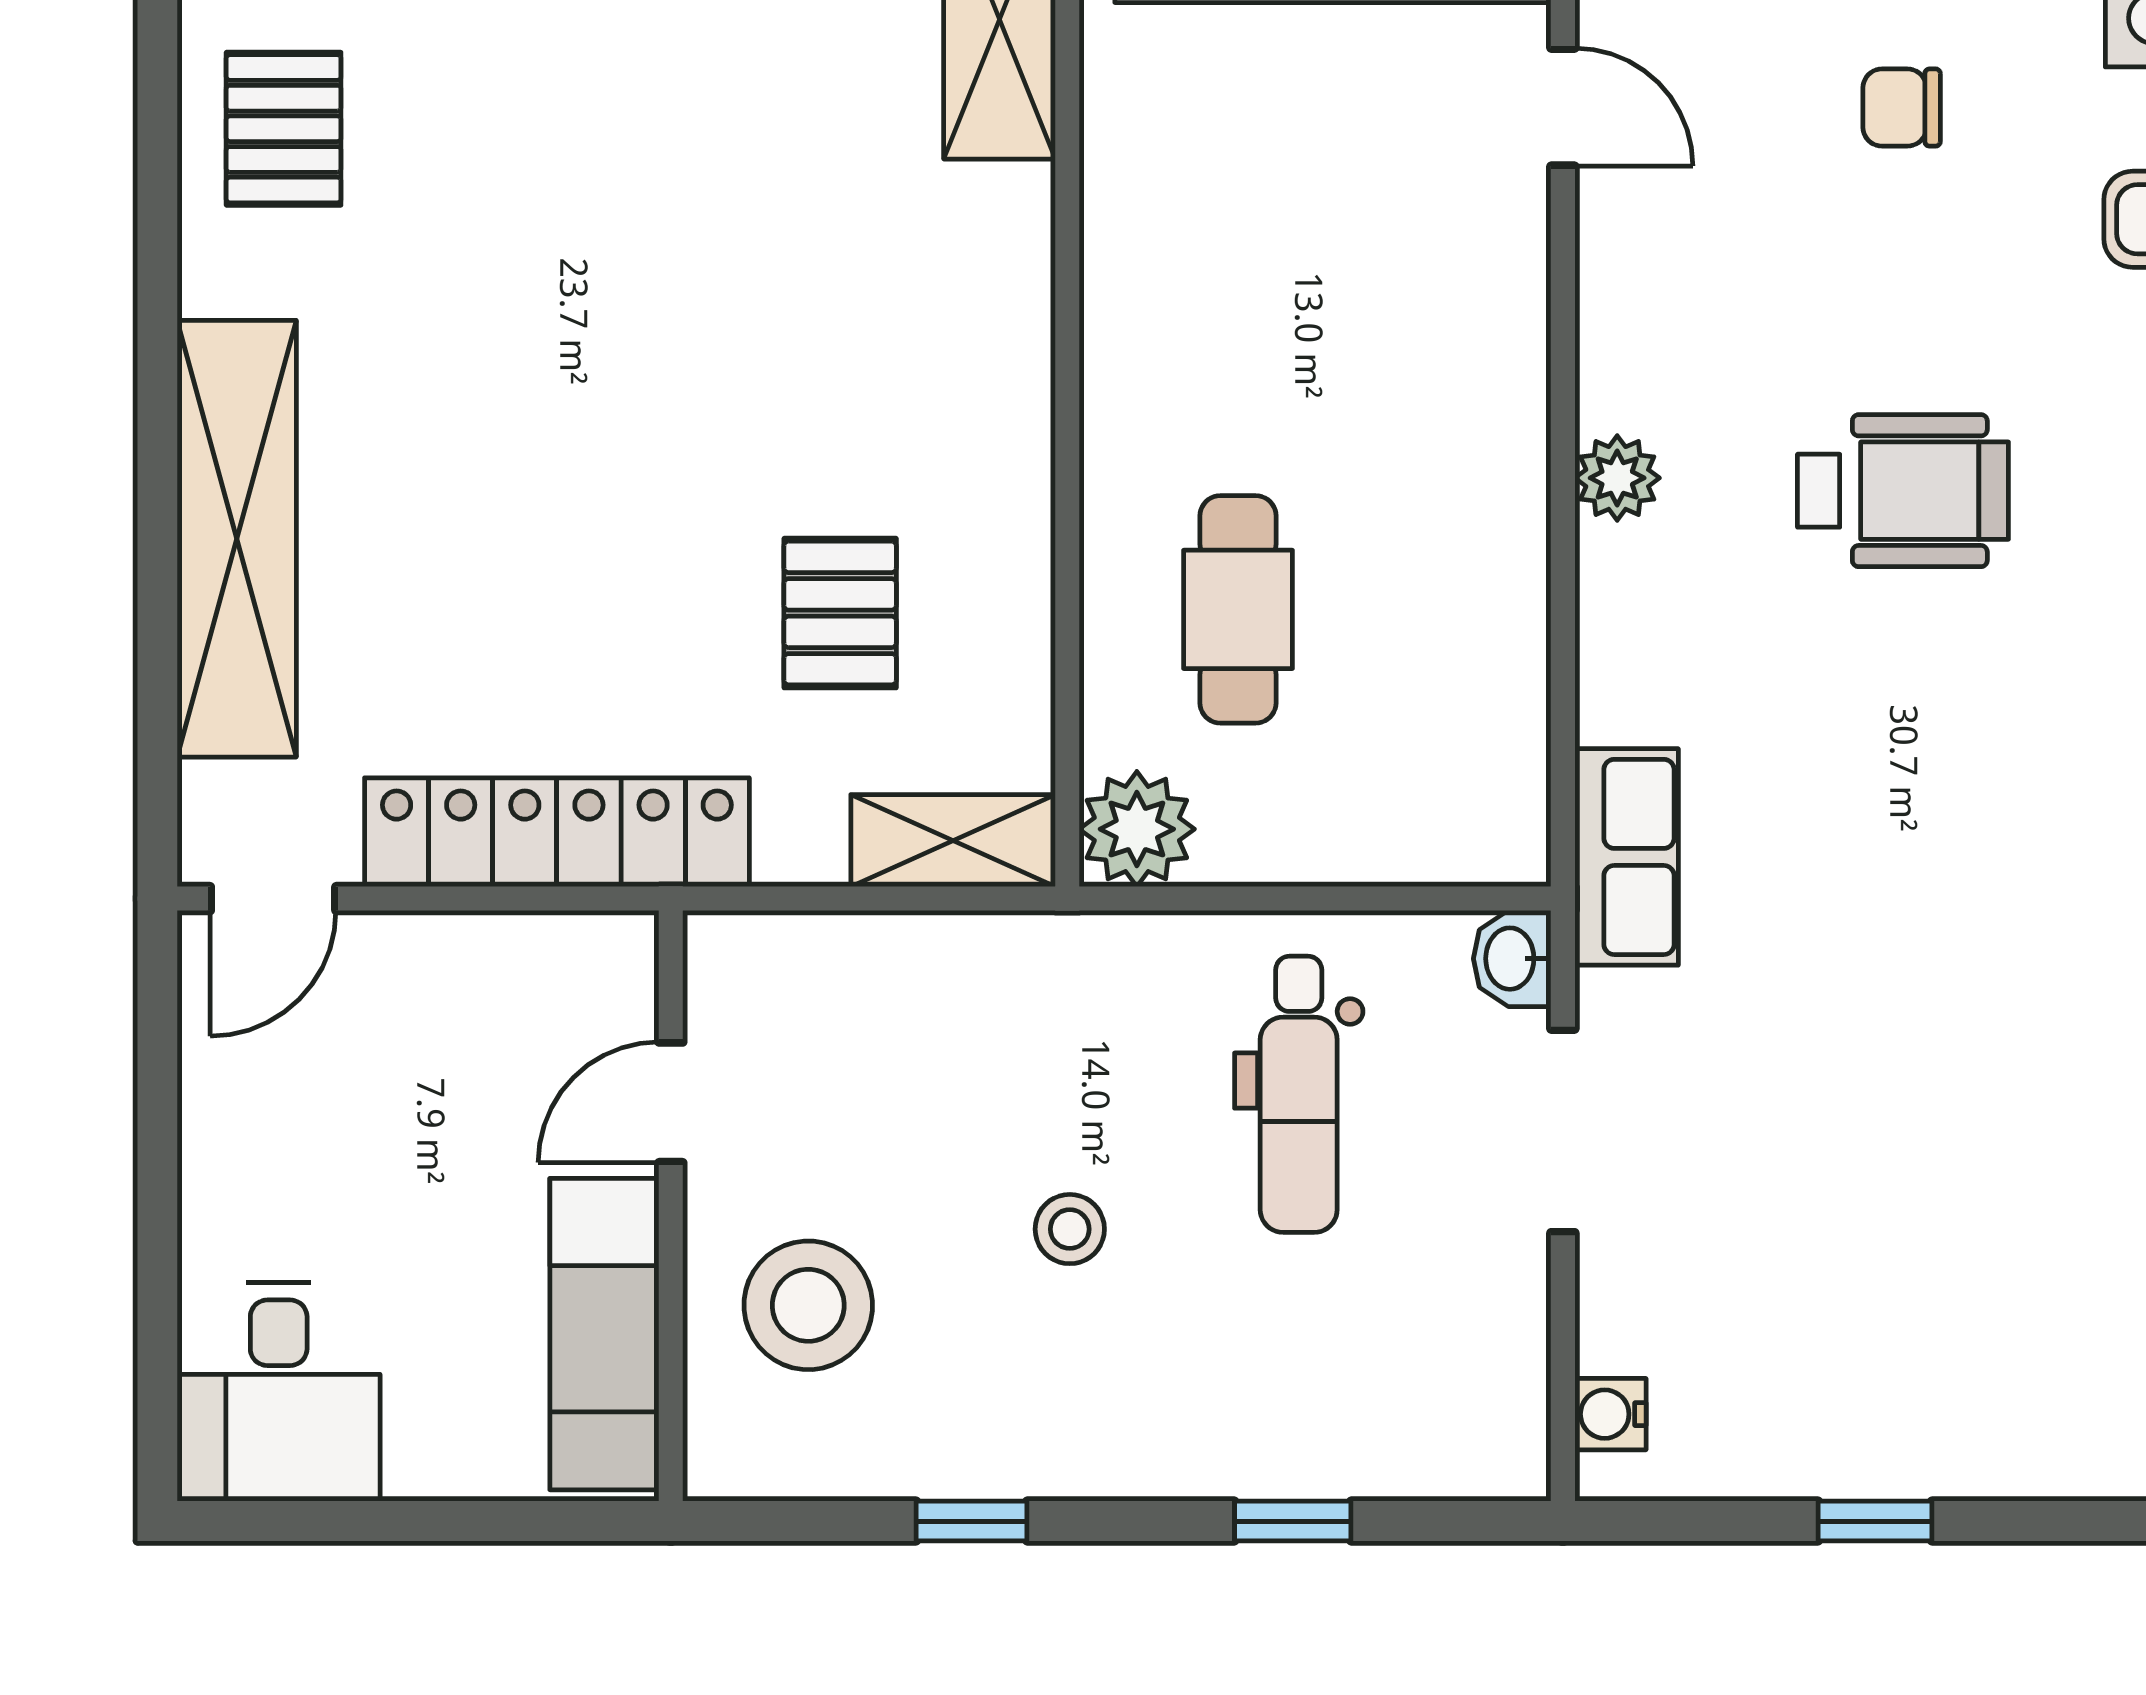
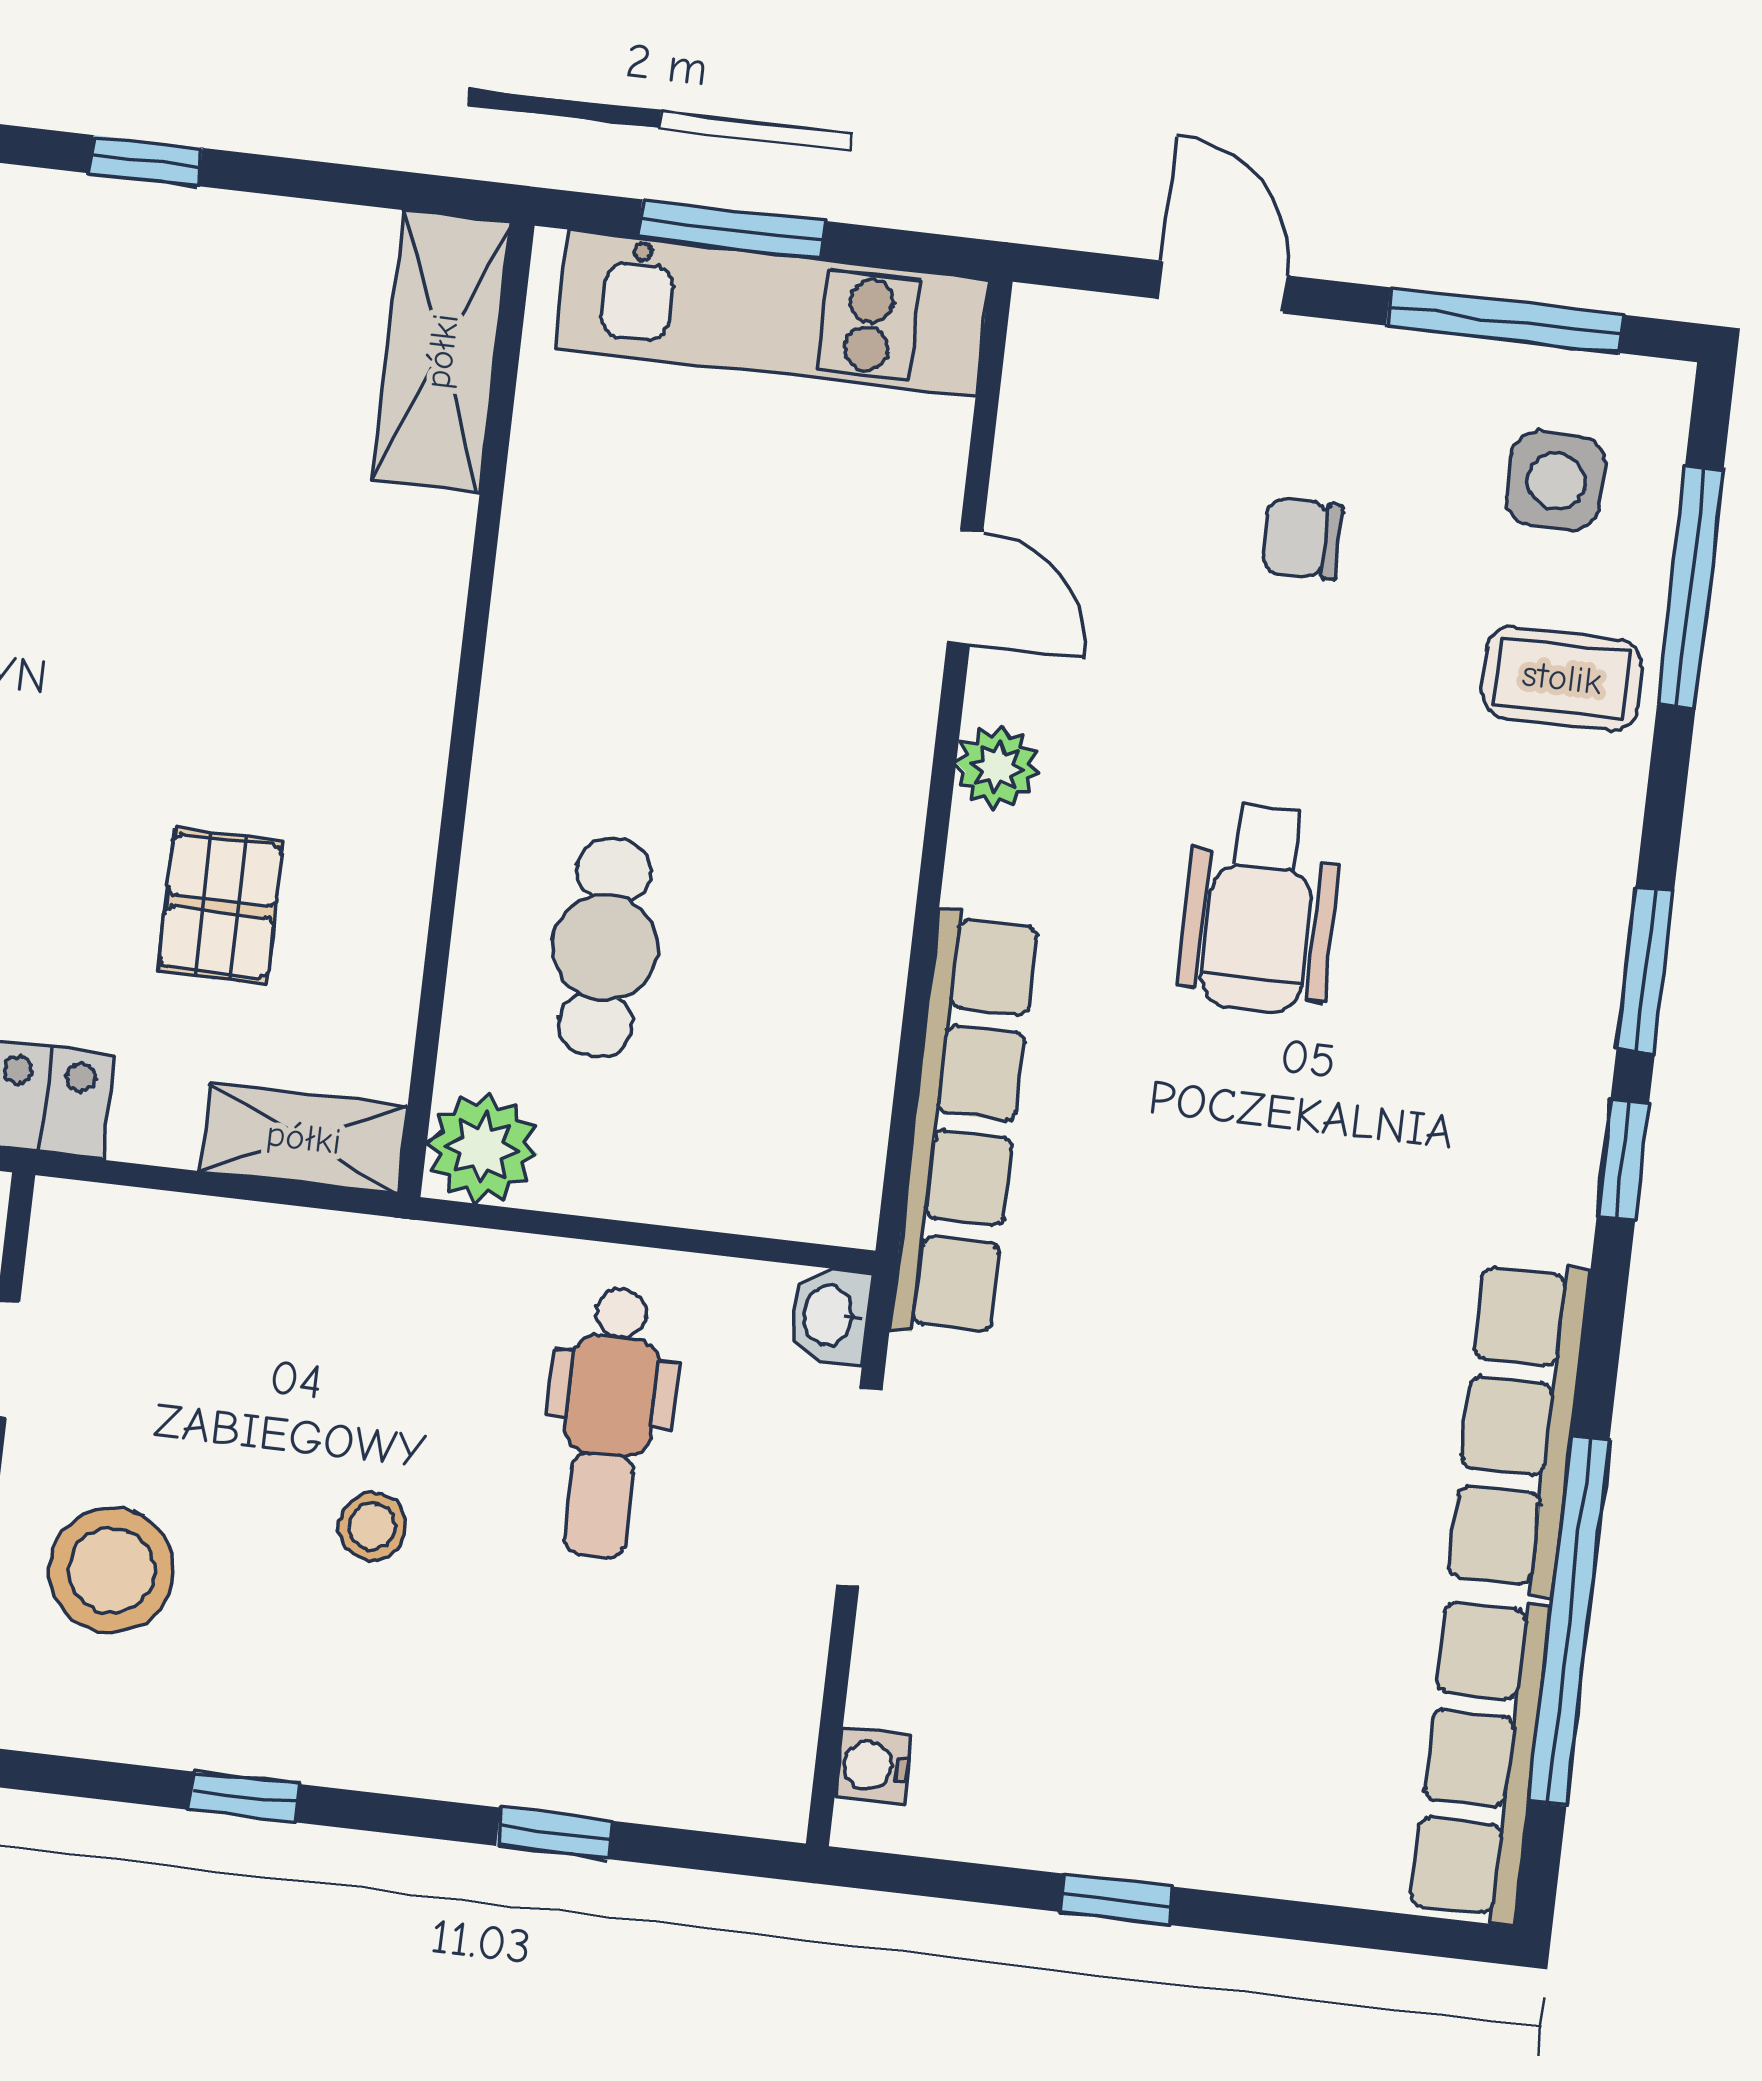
door: (1563, 107) -> (965, 587), moved
plant: (1617, 478) -> (997, 768), moved
wheelchair: (1903, 491) -> (1260, 908), turned 90
row of seats: (1627, 857) -> (964, 1124), width x2.02

